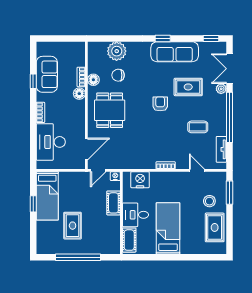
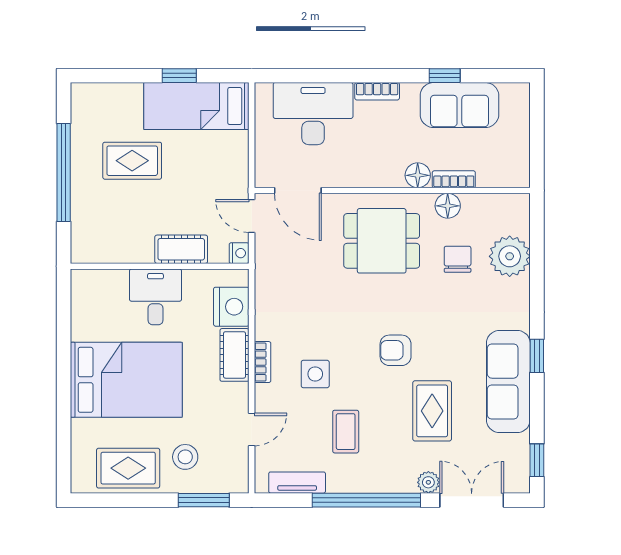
armchair: (160, 104) -> (396, 350), turned 180
side table: (171, 141) -> (315, 374), added
bed: (168, 228) -> (126, 380), width x1.50
cot: (129, 240) -> (235, 355), moved, turned 90

